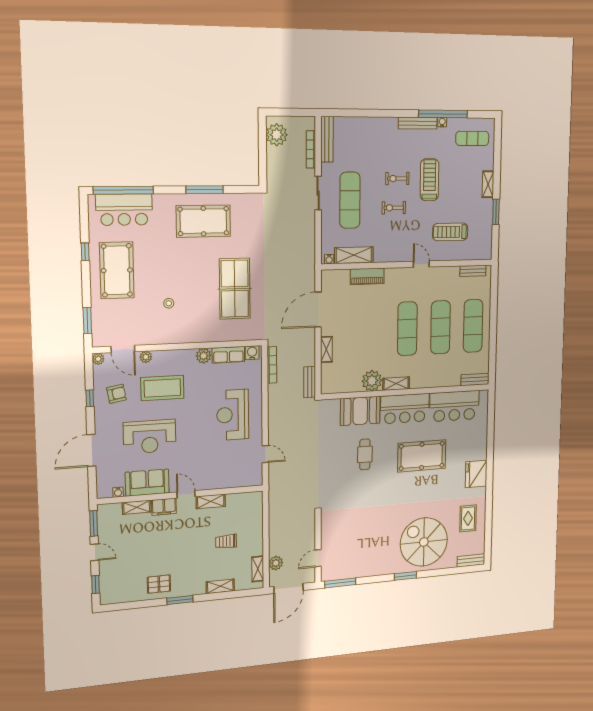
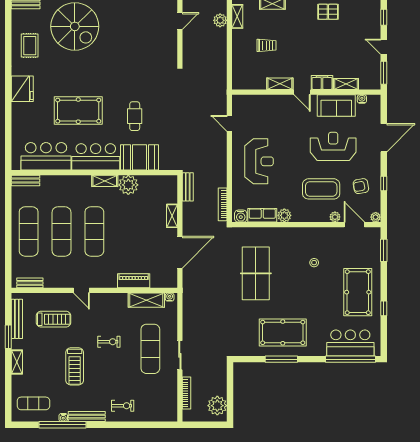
bench: (327, 139) -> (17, 319), moved
exercise bike: (397, 179) -> (123, 406), moved

